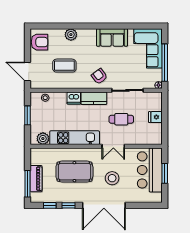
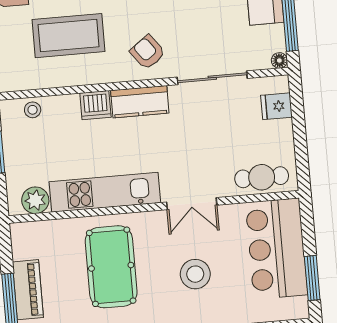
coffee table: (64, 66) -> (69, 36), width x1.36, depth x1.32
fridge: (155, 117) -> (276, 106), moved
cafe table: (121, 119) -> (262, 177), moved
pool table: (74, 172) -> (111, 267), turned 90
window: (165, 173) -> (312, 278), moved

